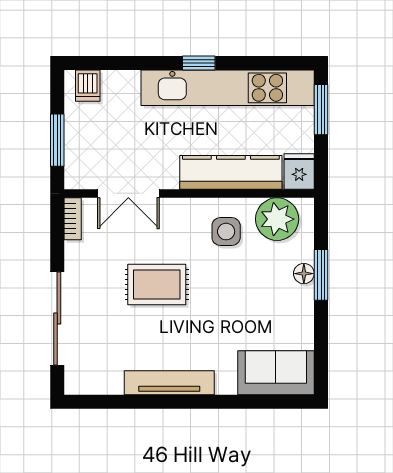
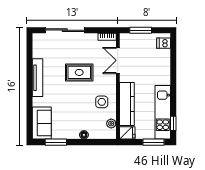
window: (199, 63) -> (173, 123), moved
kitchen unit: (228, 88) -> (163, 112), width x0.73
plant: (277, 219) -> (111, 124), width x0.53, depth x0.53
window: (321, 275) -> (56, 142), moved
rug: (157, 285) -> (79, 72), turned 90

